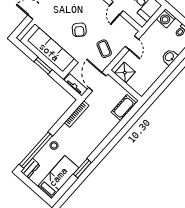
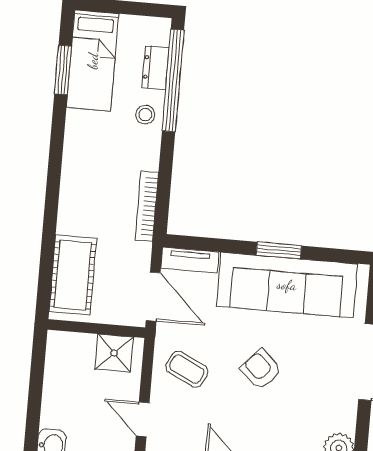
cot: (124, 108) -> (73, 275), width x1.37, depth x1.34
dresser: (30, 168) -> (155, 68), moved
window: (82, 168) -> (63, 70), moved

